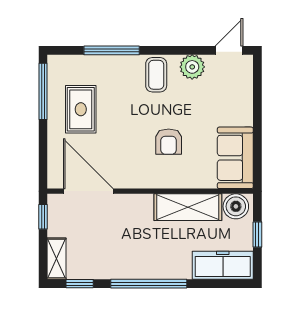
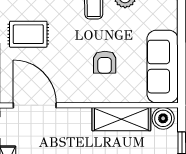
rug: (81, 109) -> (28, 34), turned 90
sofa: (235, 158) -> (163, 67), width x1.36

